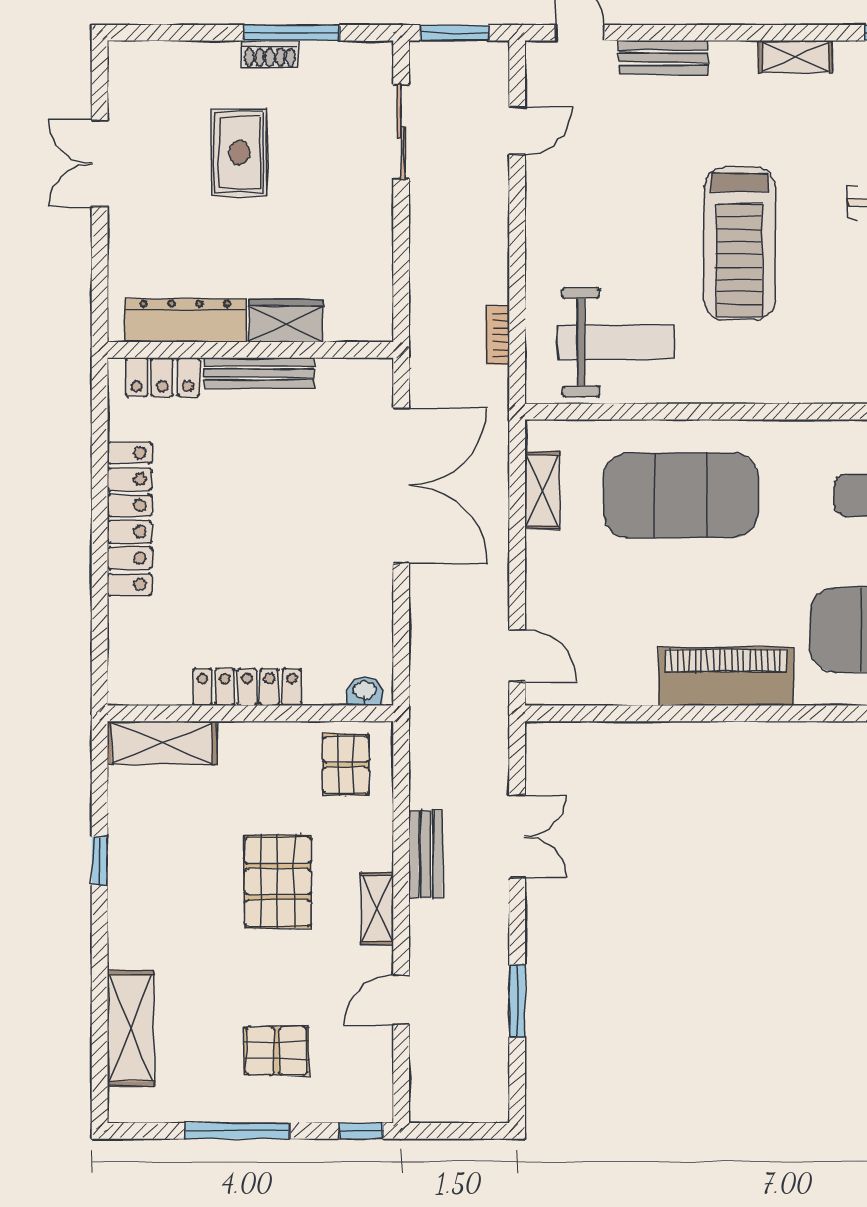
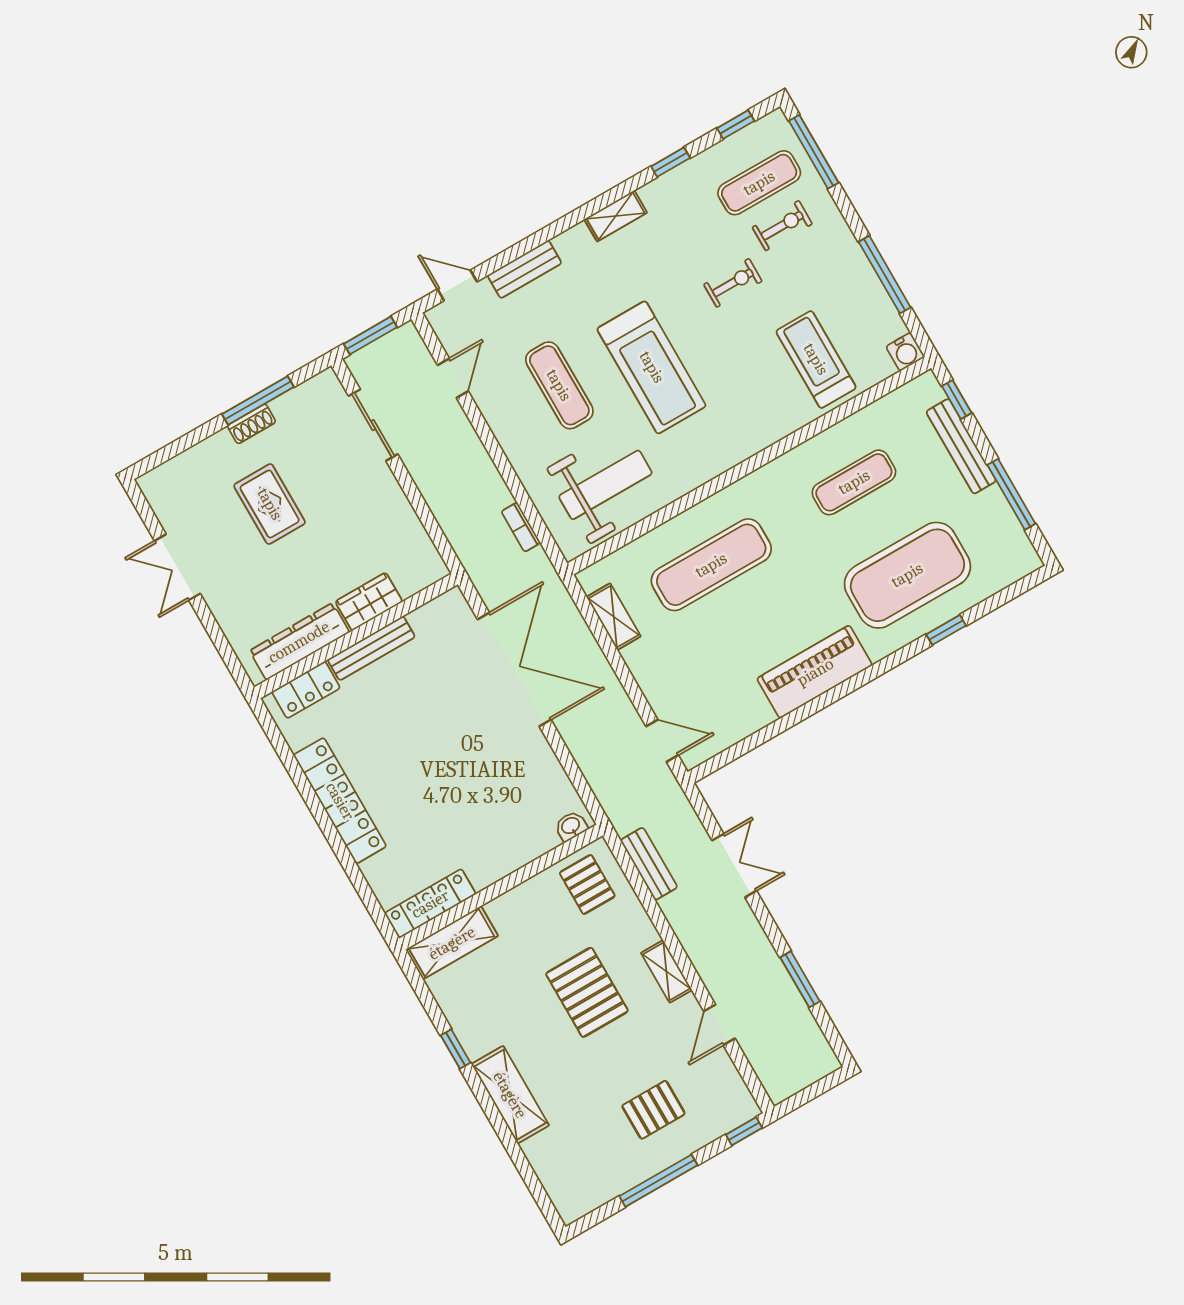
exercise mat: (628, 205) -> (559, 385), added
exercise mat: (681, 495) -> (711, 565), width x0.68
locker: (247, 687) -> (430, 904), moved
bench: (426, 854) -> (649, 864), moved
shelving: (130, 1028) -> (510, 1095), moved

